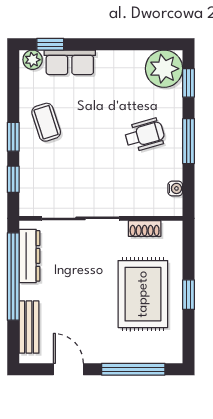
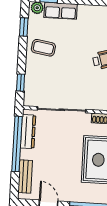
coffee table: (46, 122) -> (43, 48), turned -63
window: (13, 137) -> (24, 27), moved

